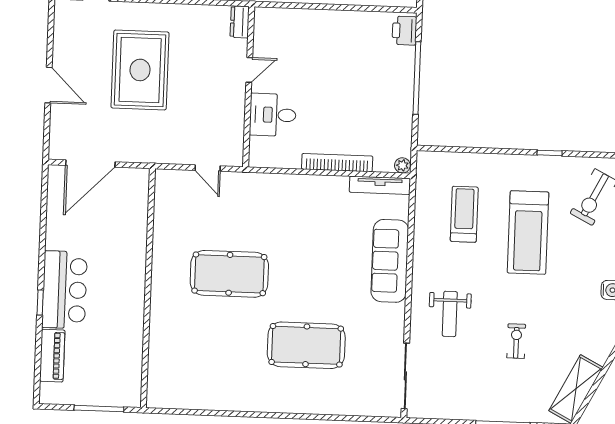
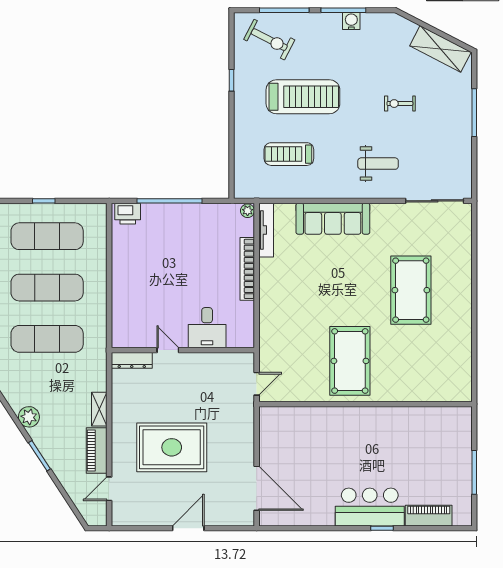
dresser: (240, 22) -> (132, 360), width x1.44
wall: (148, 288) -> (365, 404), moved

